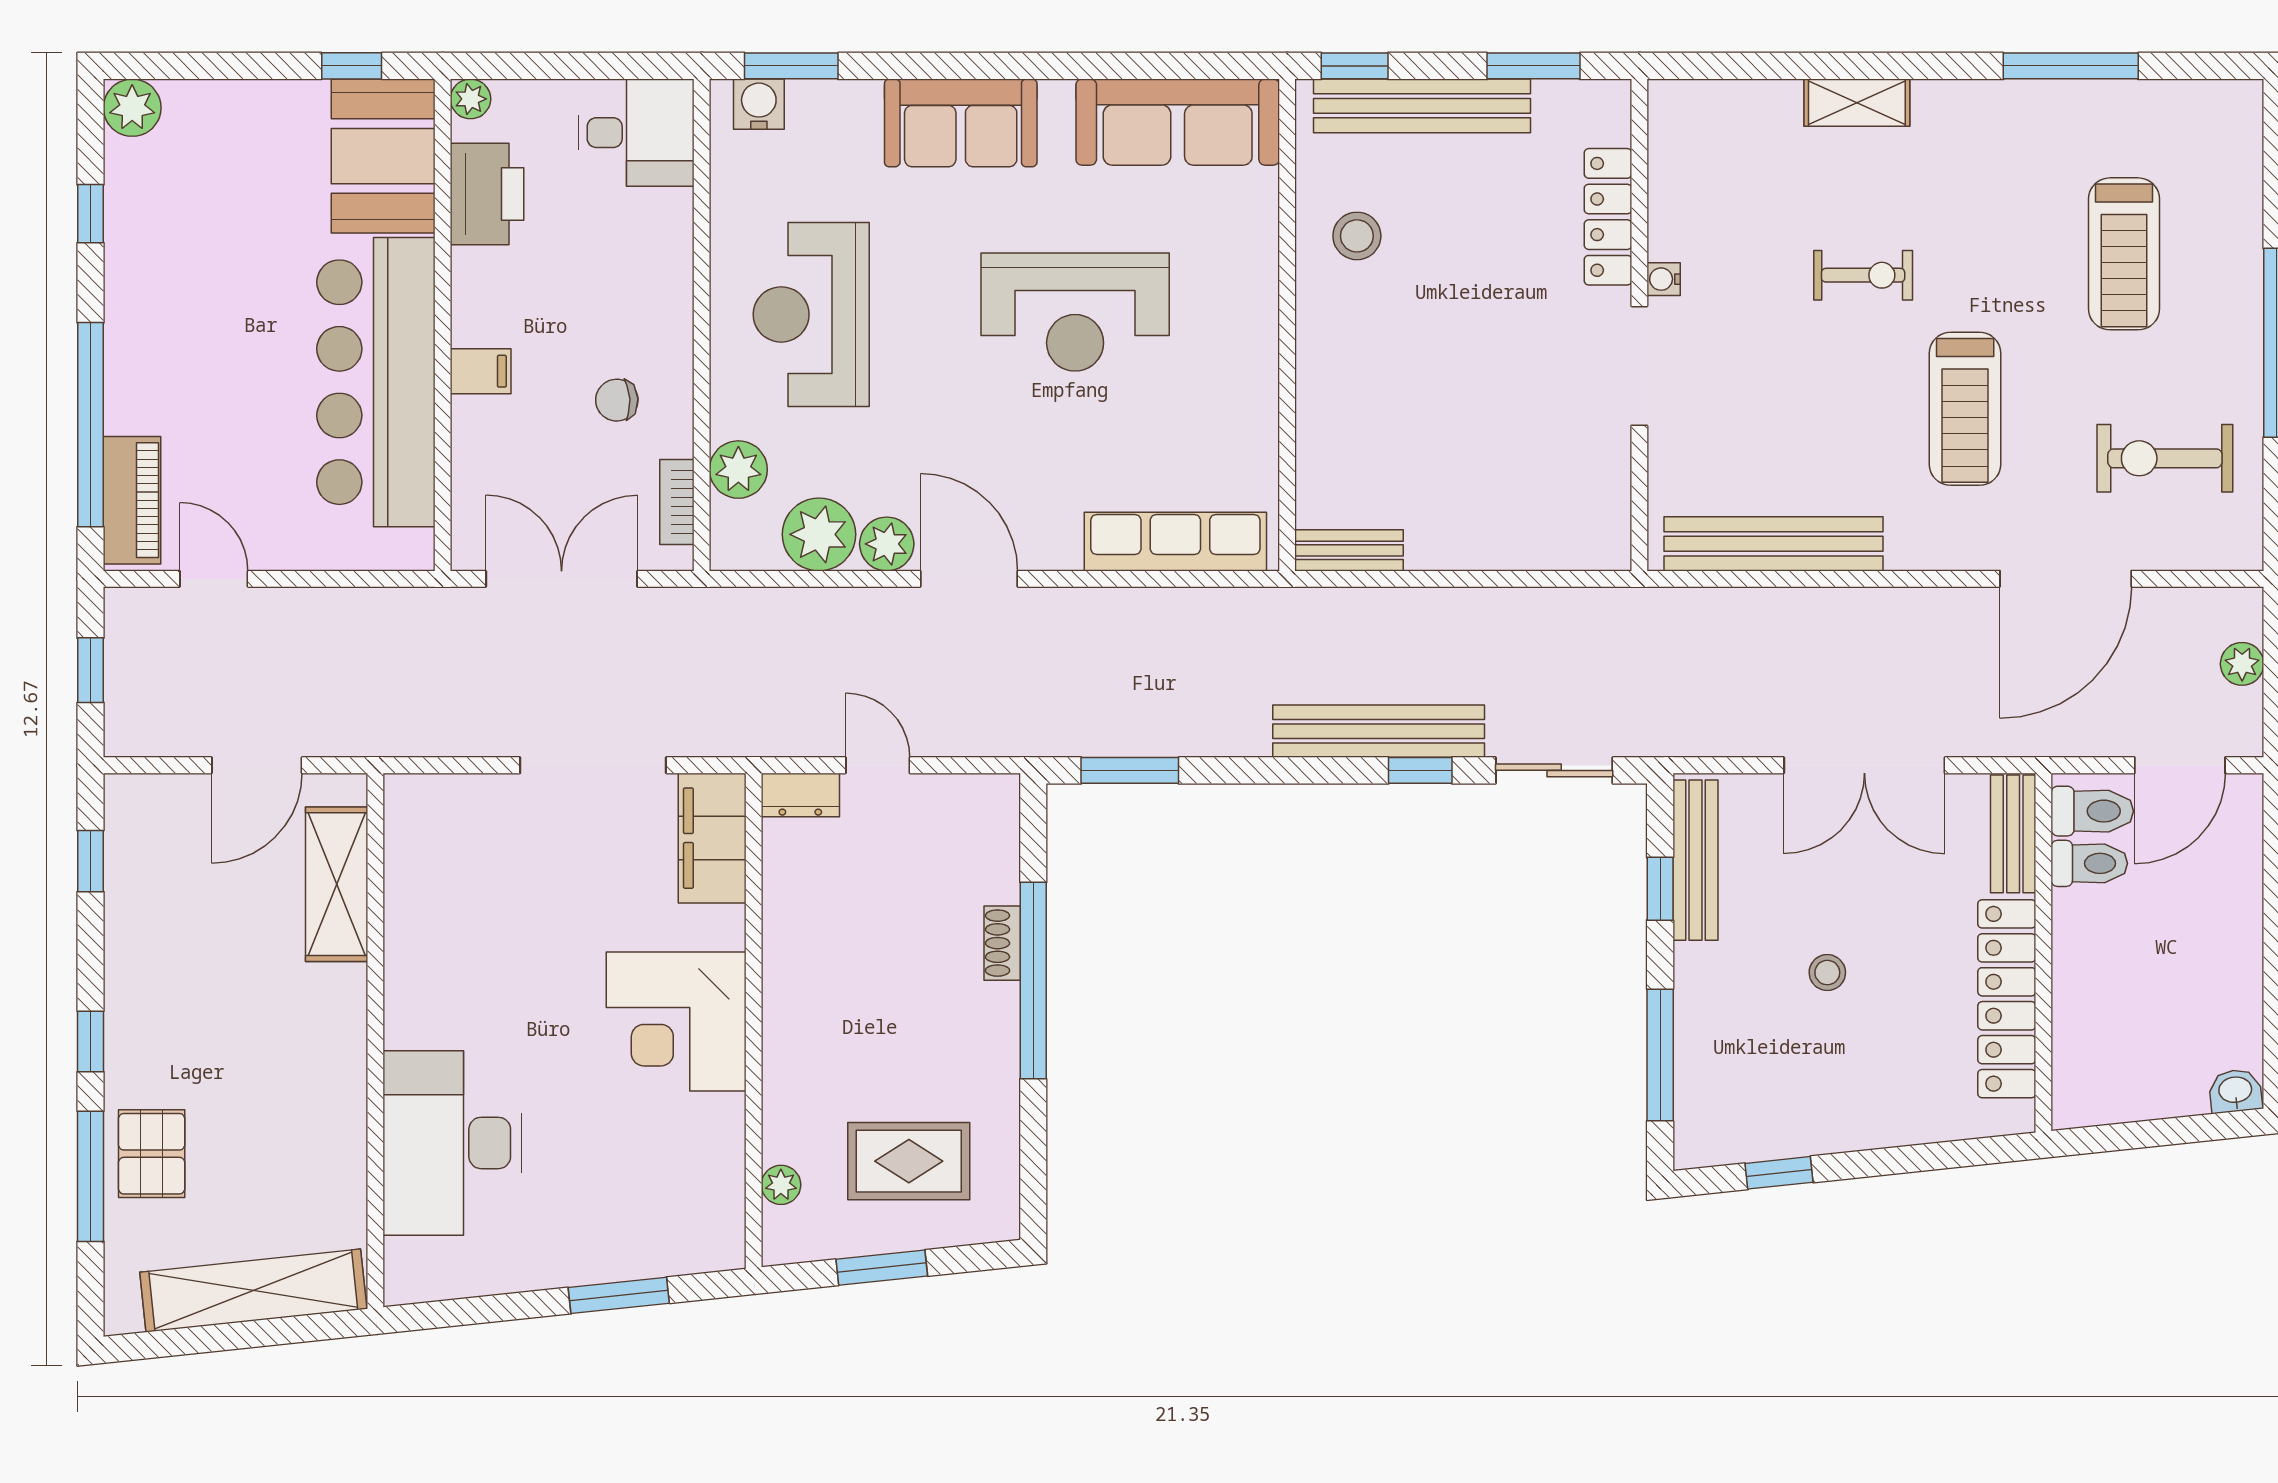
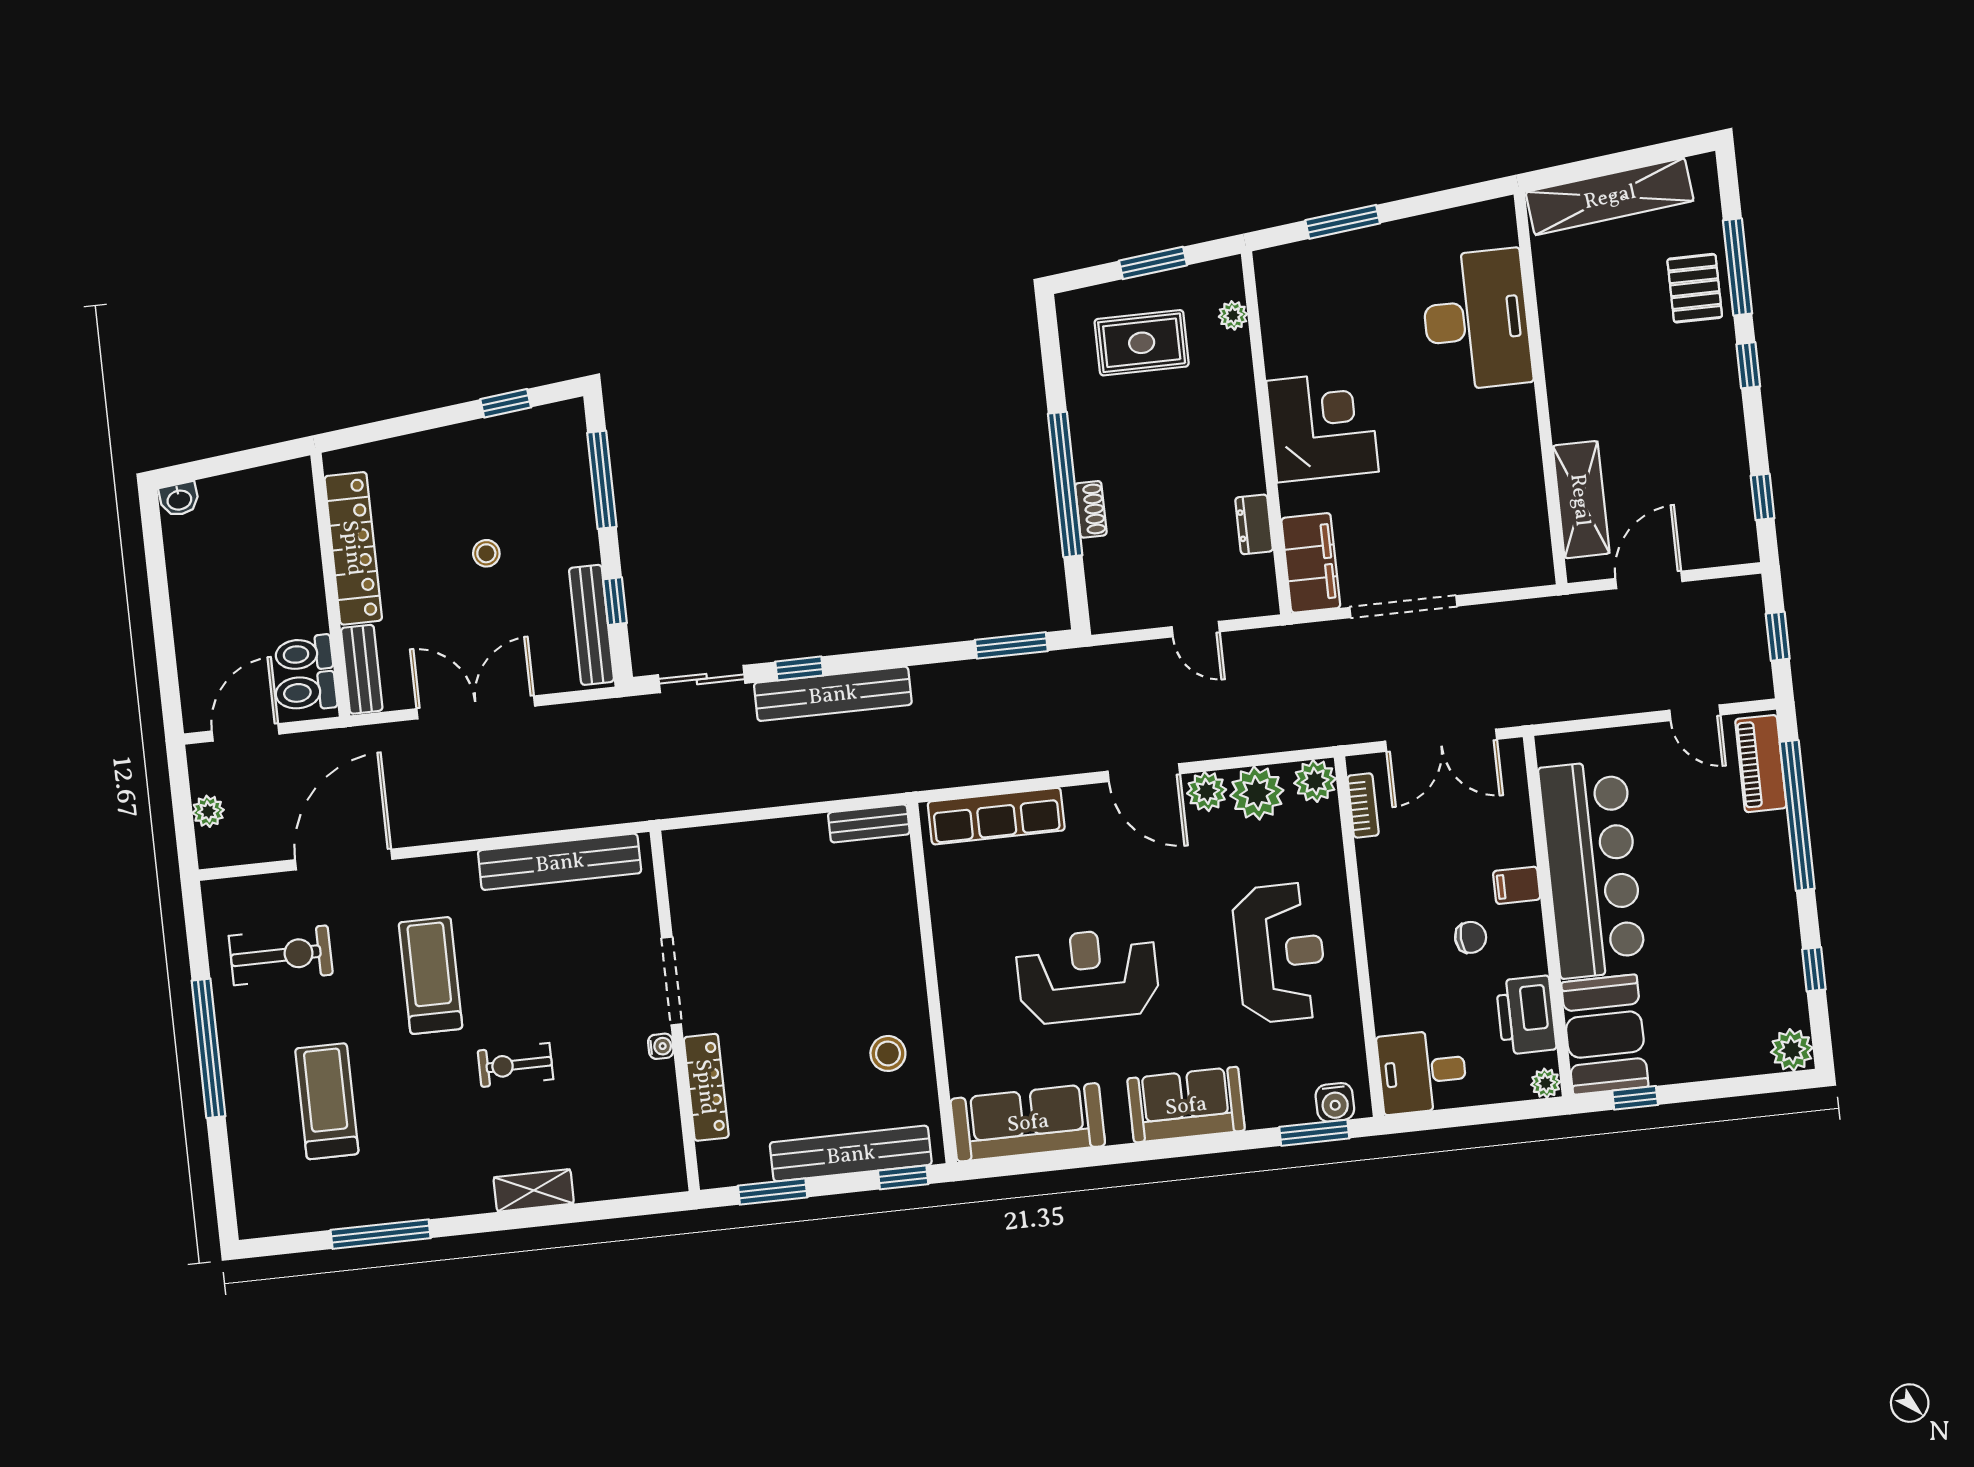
chair: (617, 400) -> (1471, 937), moved
plant: (738, 470) -> (1315, 781), moved
dresser: (800, 795) -> (1254, 524), moved, turned -90

